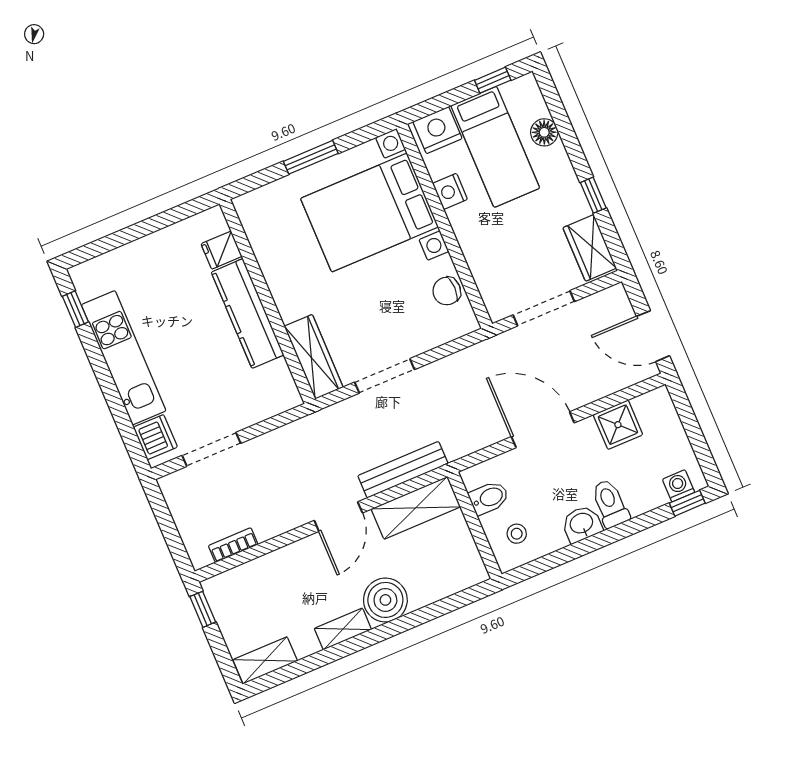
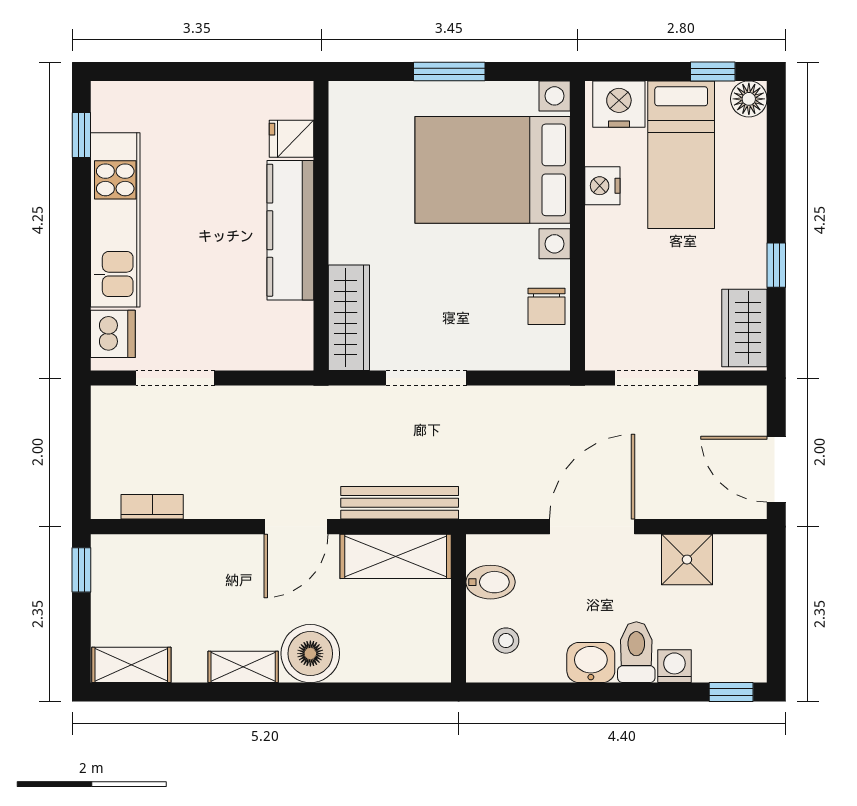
floor lamp: (544, 132) -> (749, 99), moved
chair: (447, 291) -> (547, 306), turned -90
door: (543, 430) -> (592, 527), hinge flipped
washing machine: (679, 486) -> (674, 666), moved

